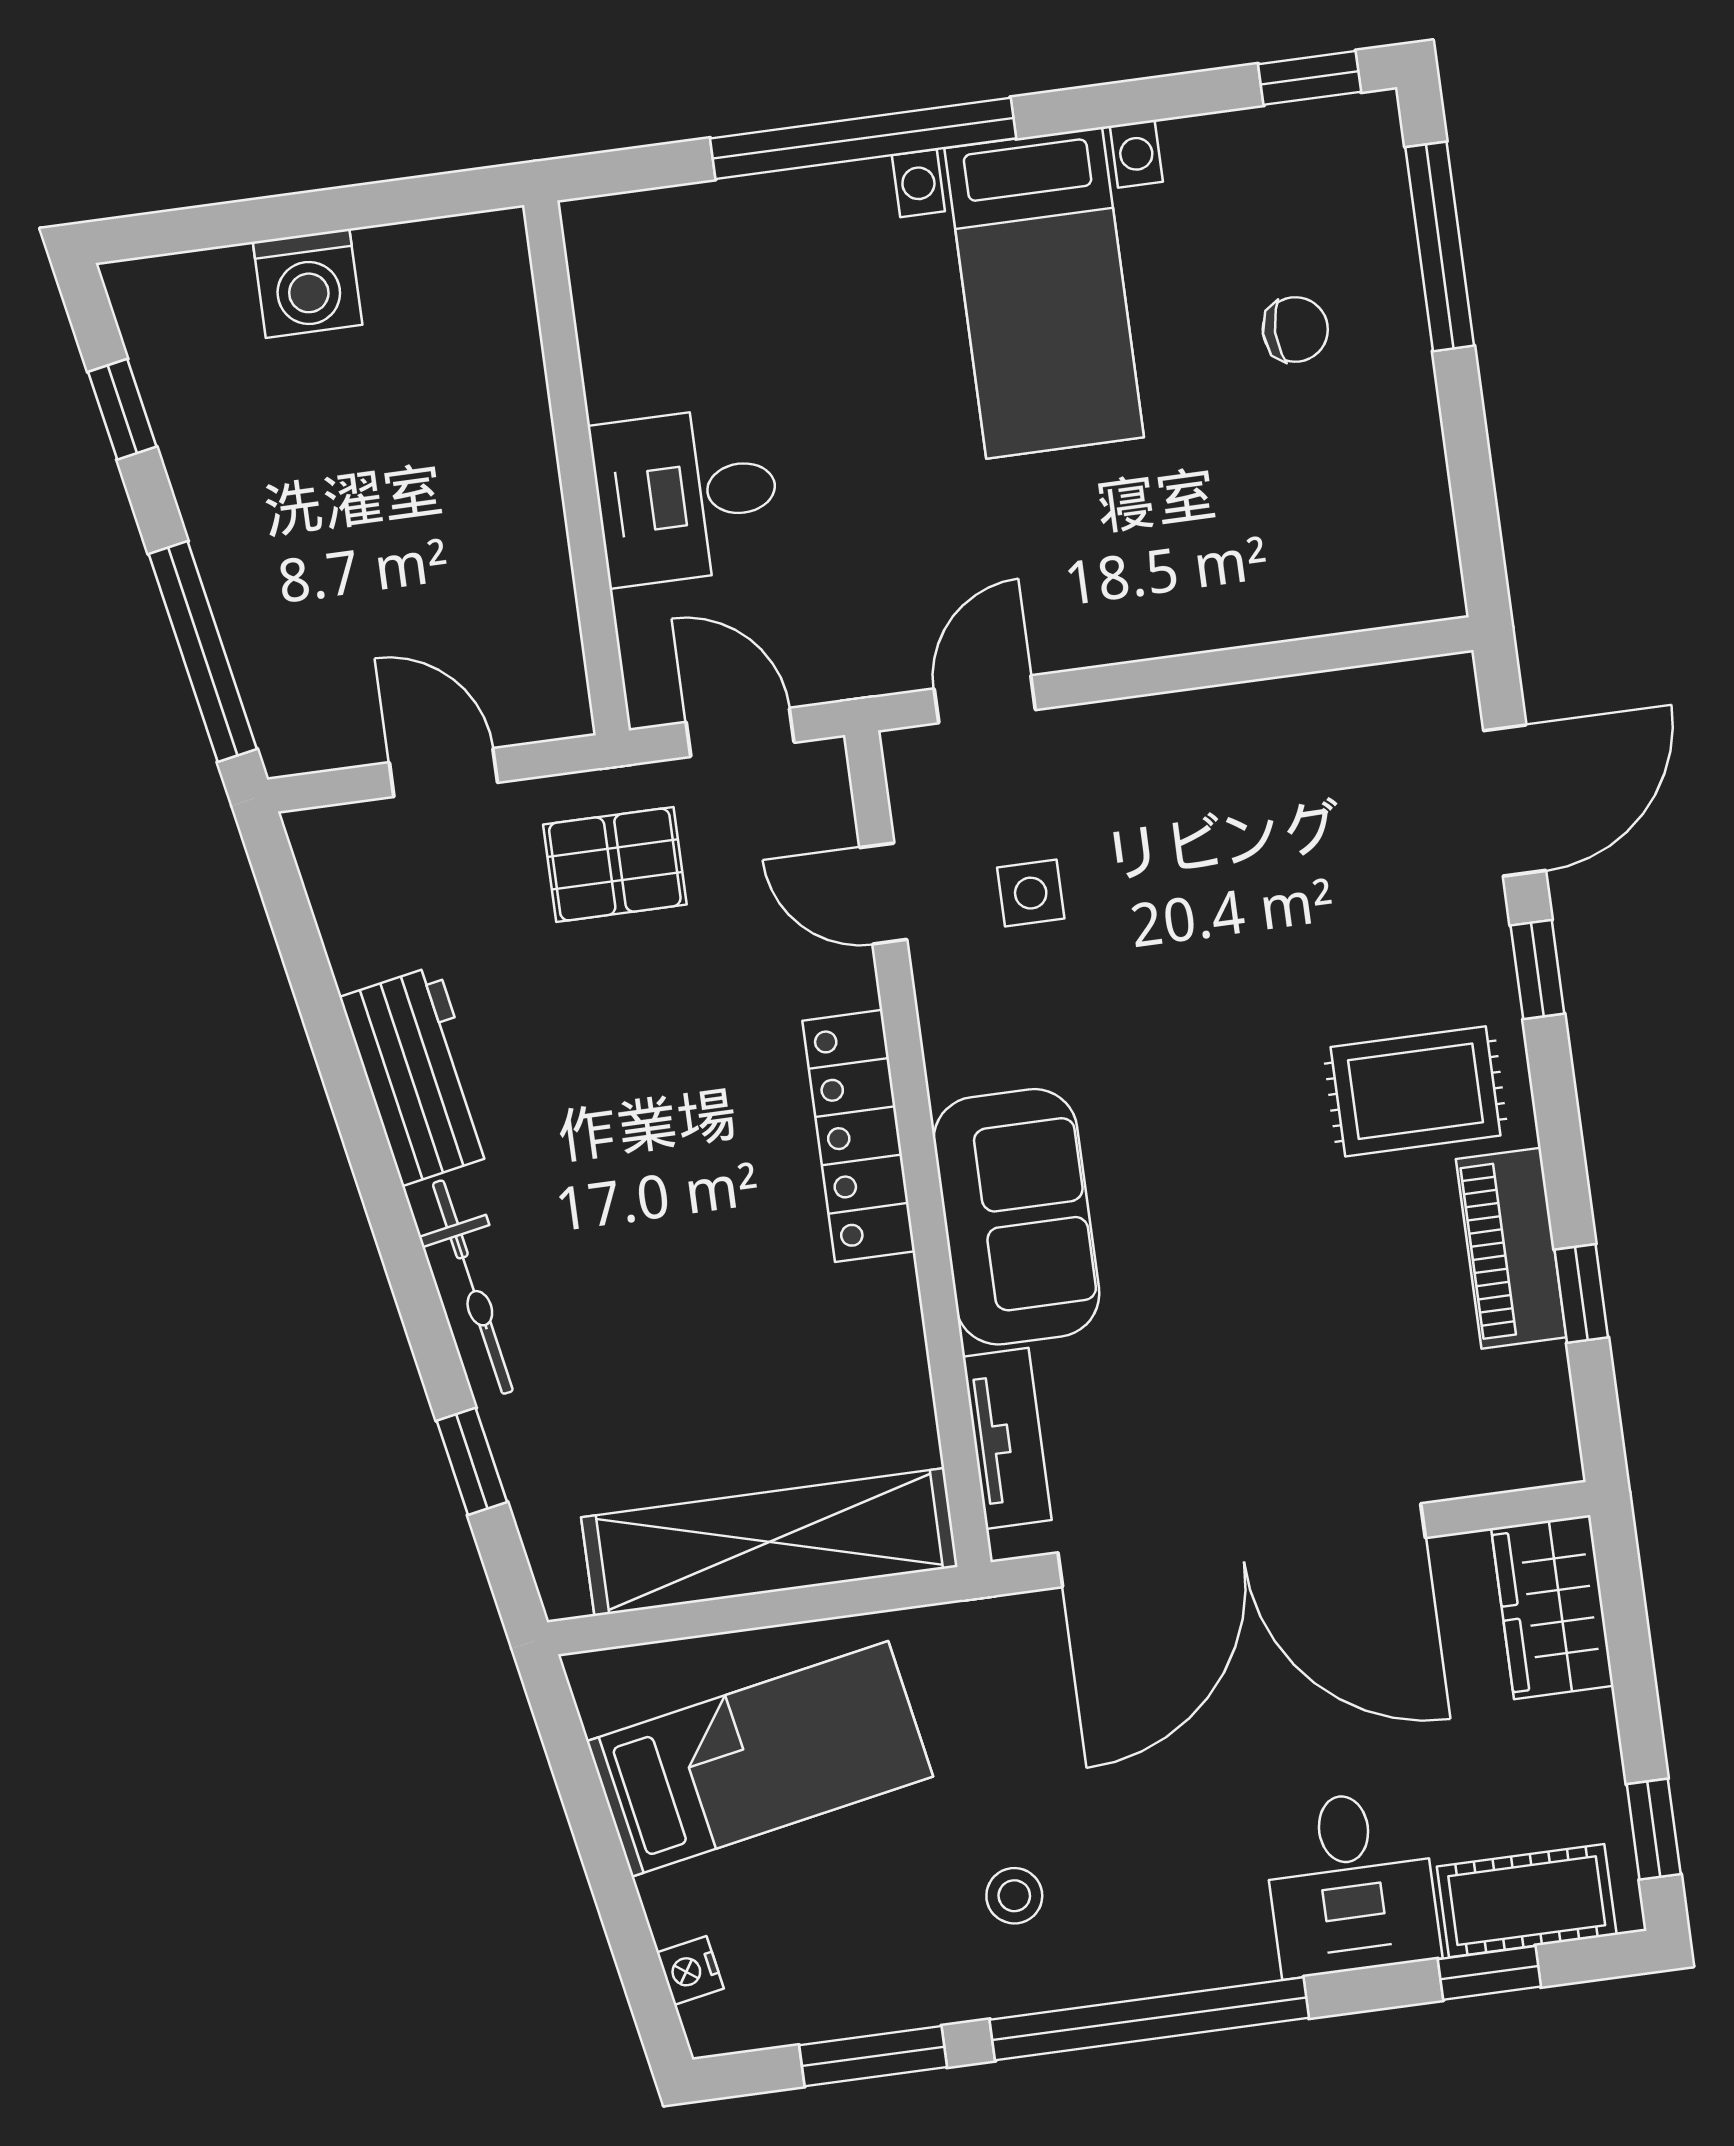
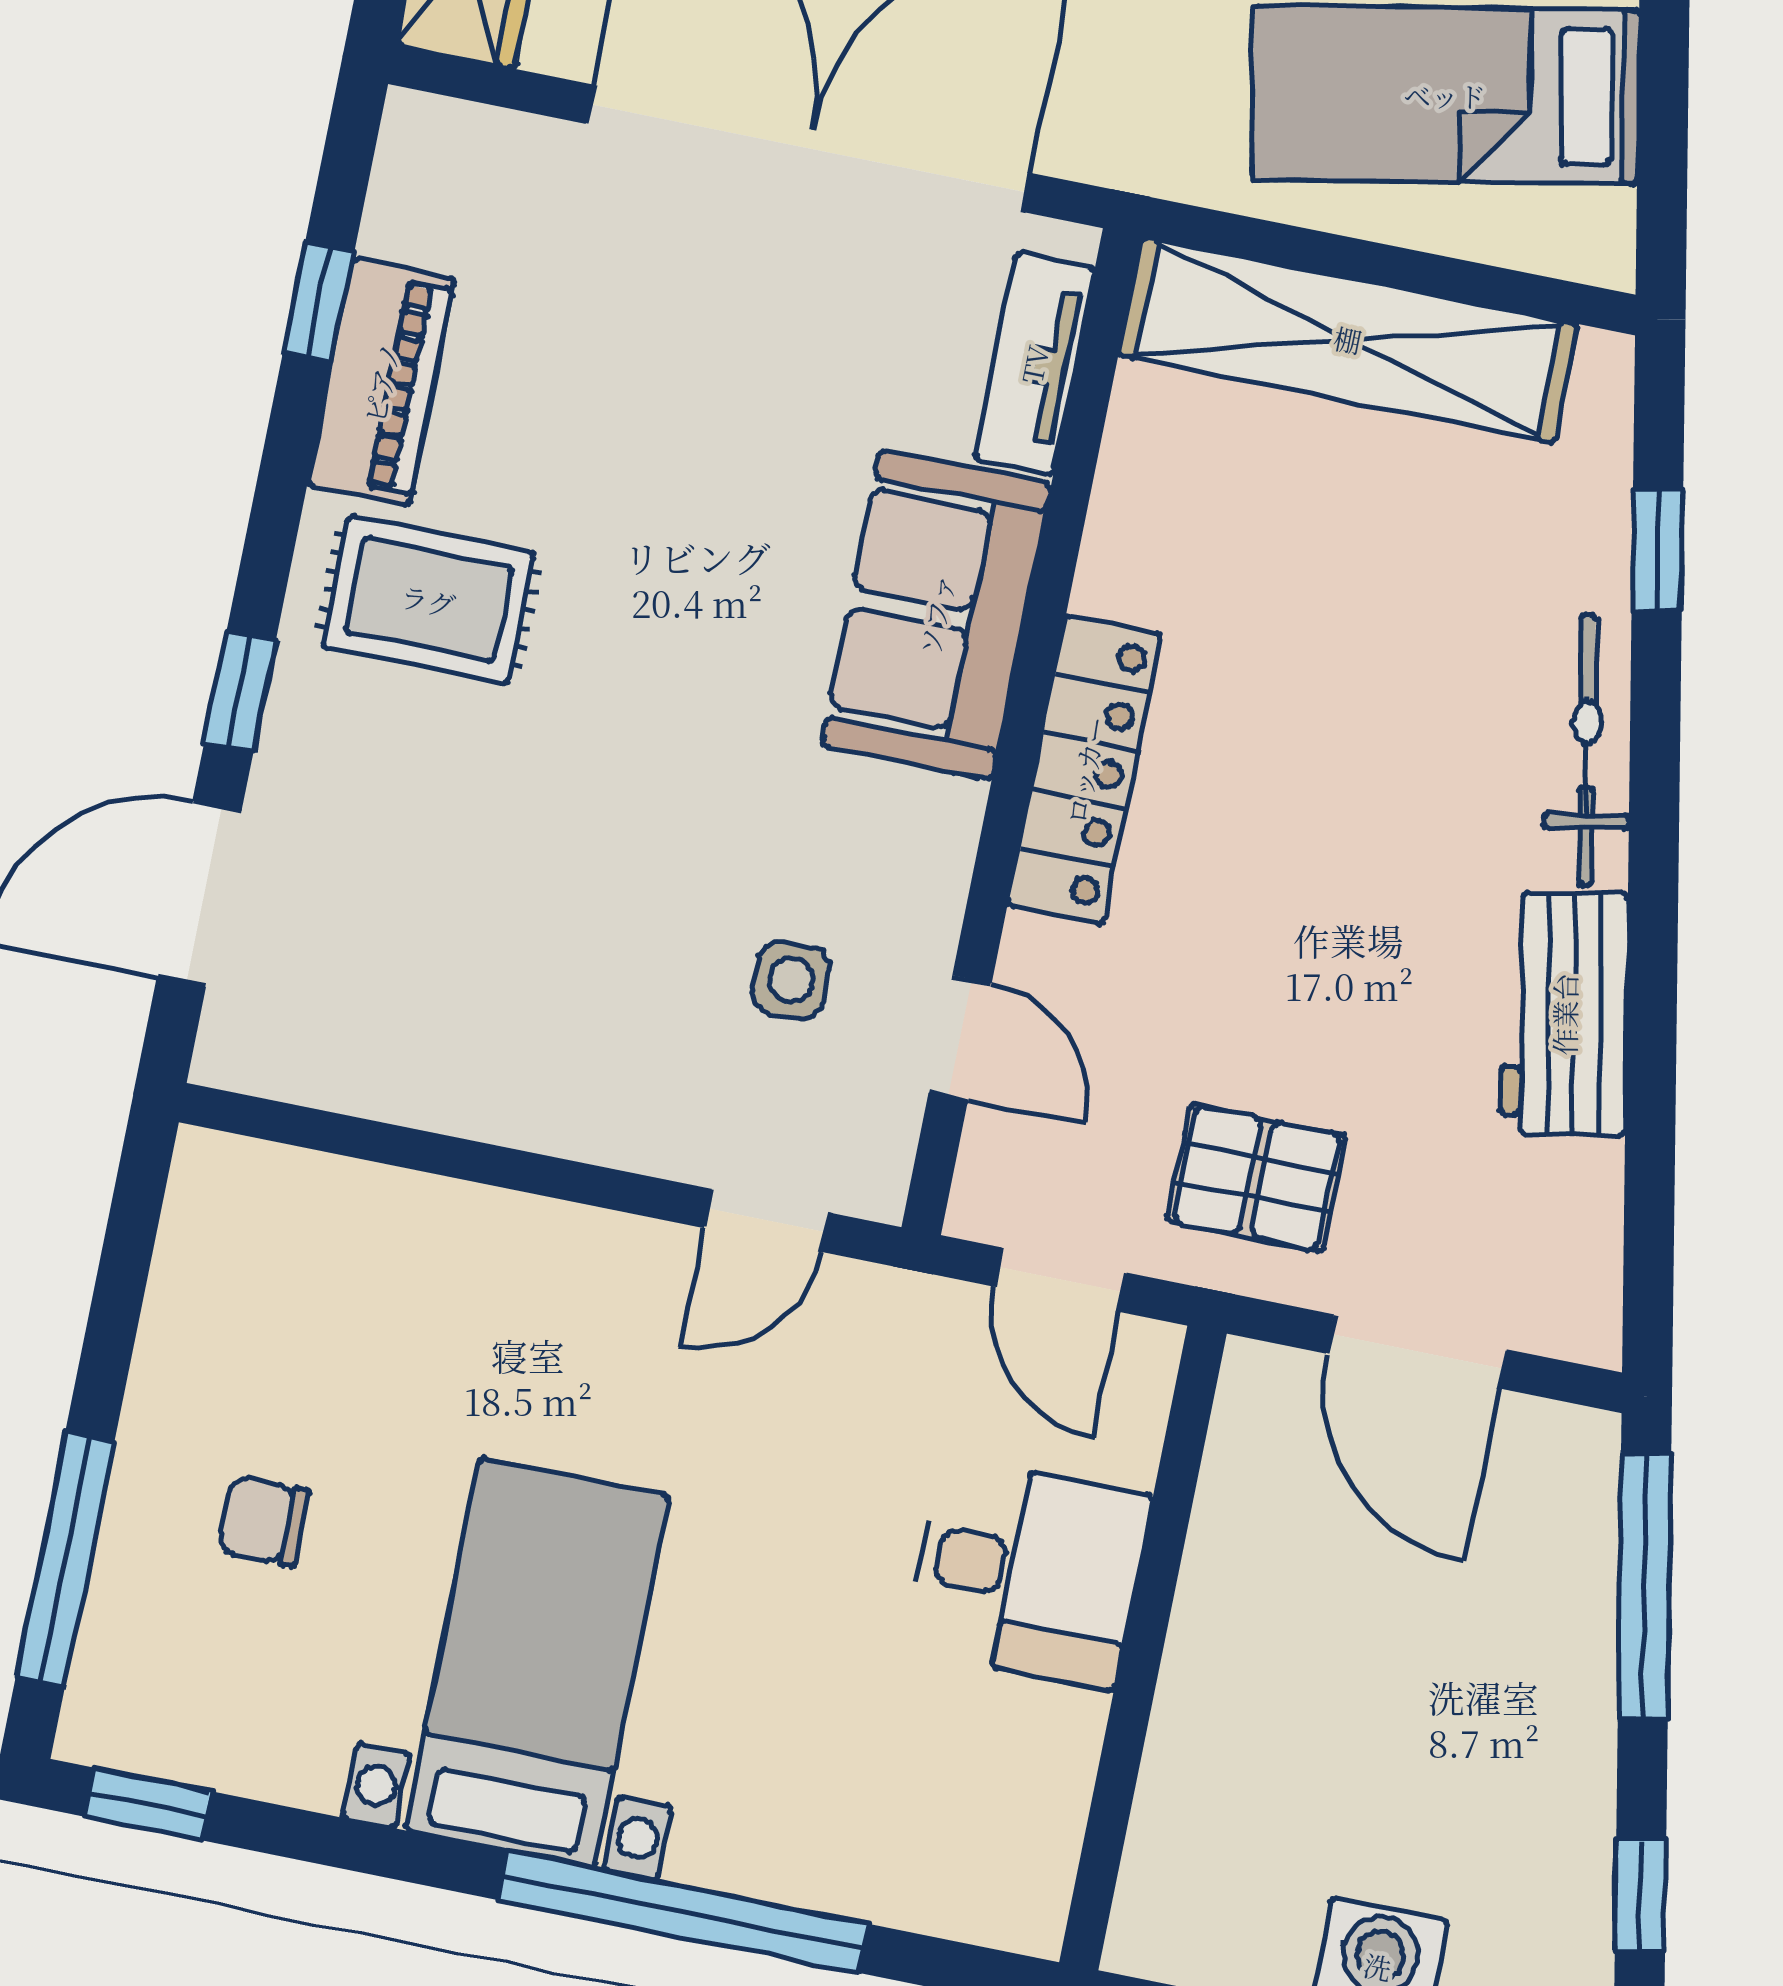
door: (443, 772) -> (1416, 1351), width x1.38

